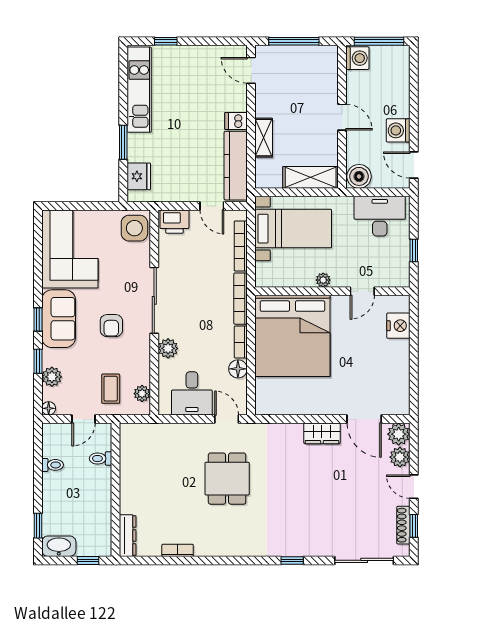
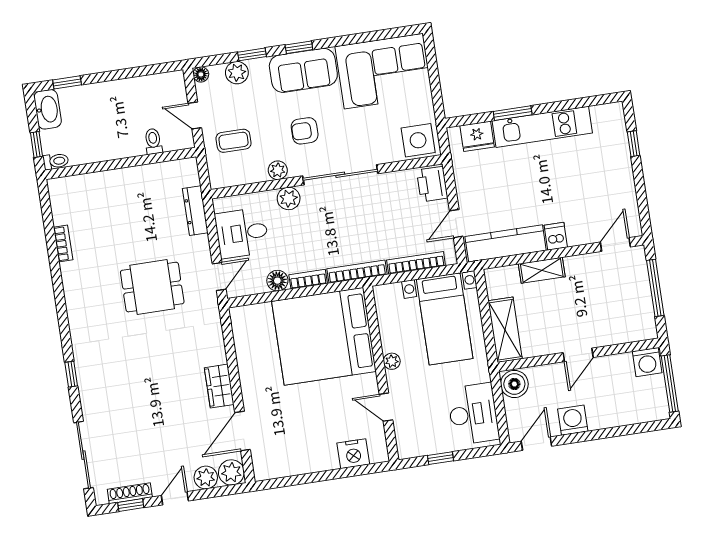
kitchen unit: (139, 90) -> (542, 127), moved
plant: (142, 394) -> (278, 170), moved
toilet: (53, 465) -> (56, 161), moved, turned -90
dresser: (128, 536) -> (195, 211), moved, turned 90

